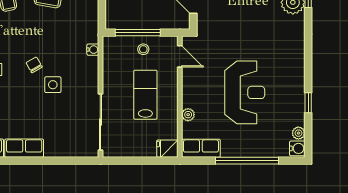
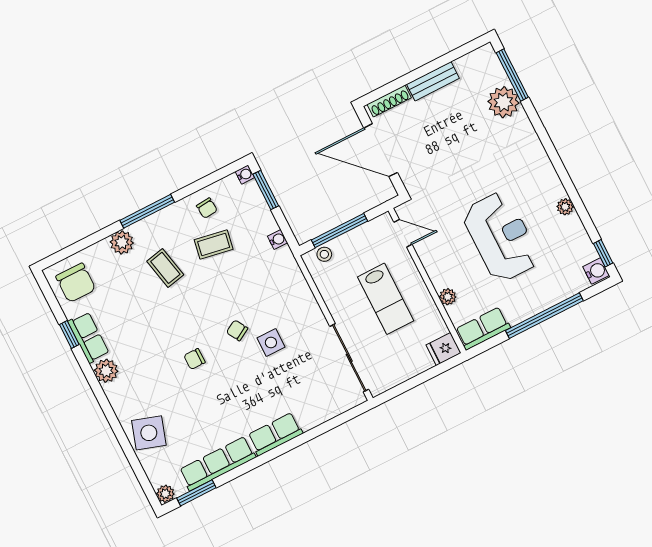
stool: (143, 49) -> (324, 254), moved
water cooler: (93, 50) -> (278, 240), moved
lab bench: (145, 95) -> (386, 299), turned 180
window: (308, 103) -> (603, 253), moved
plant: (298, 133) -> (565, 207), moved

